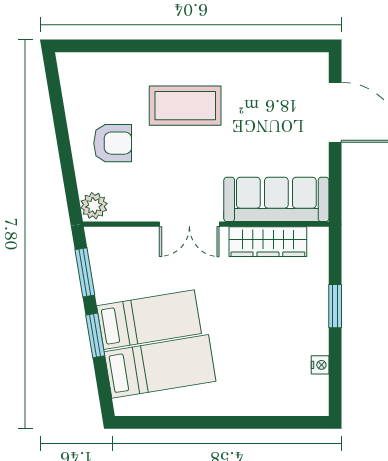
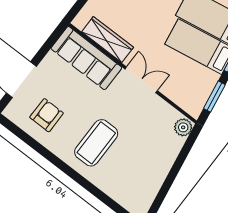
coffee table: (185, 106) -> (96, 143), turned 90
armchair: (113, 143) -> (47, 115), moved, turned 90

